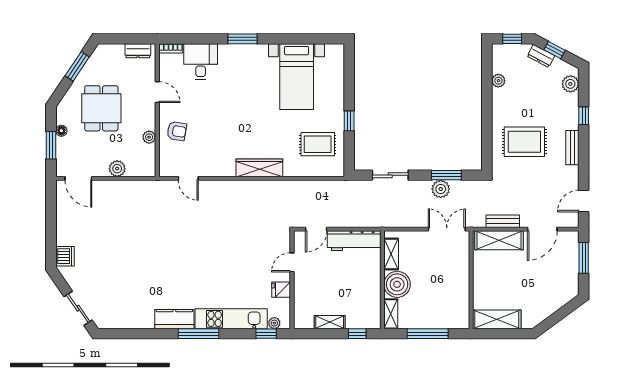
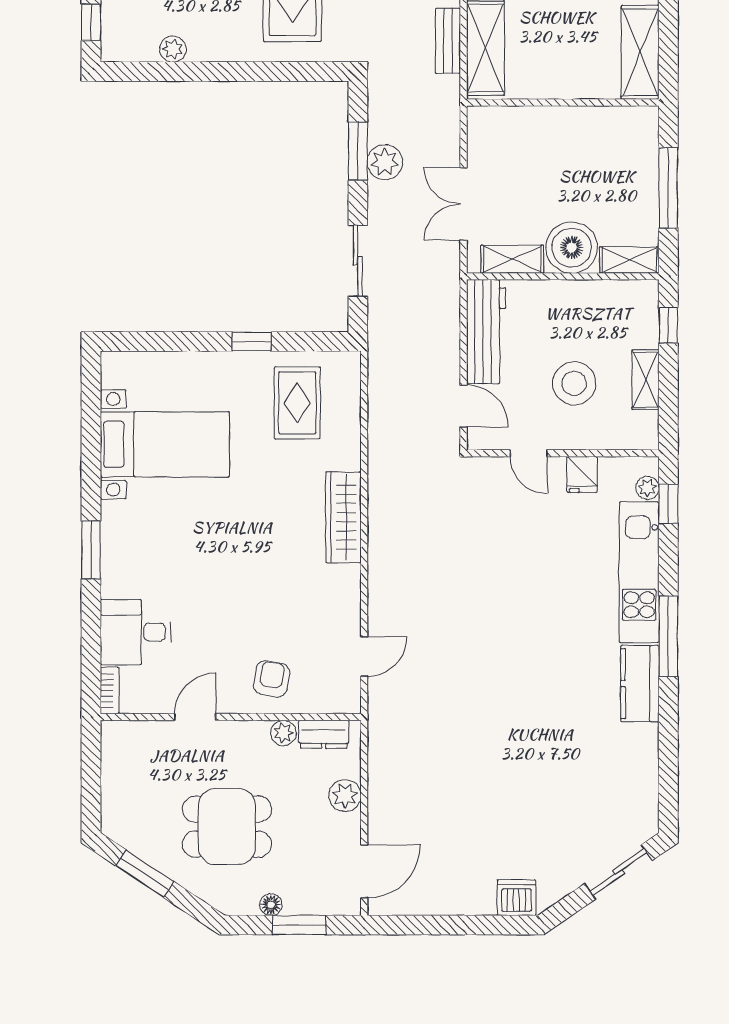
dresser: (138, 51) -> (324, 734), moved, turned 90
double door: (447, 229) -> (463, 204), moved
stool: (328, 286) -> (574, 383), added

